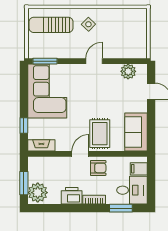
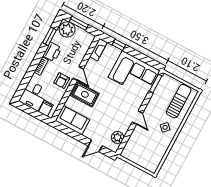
window: (121, 208) -> (49, 36), moved

